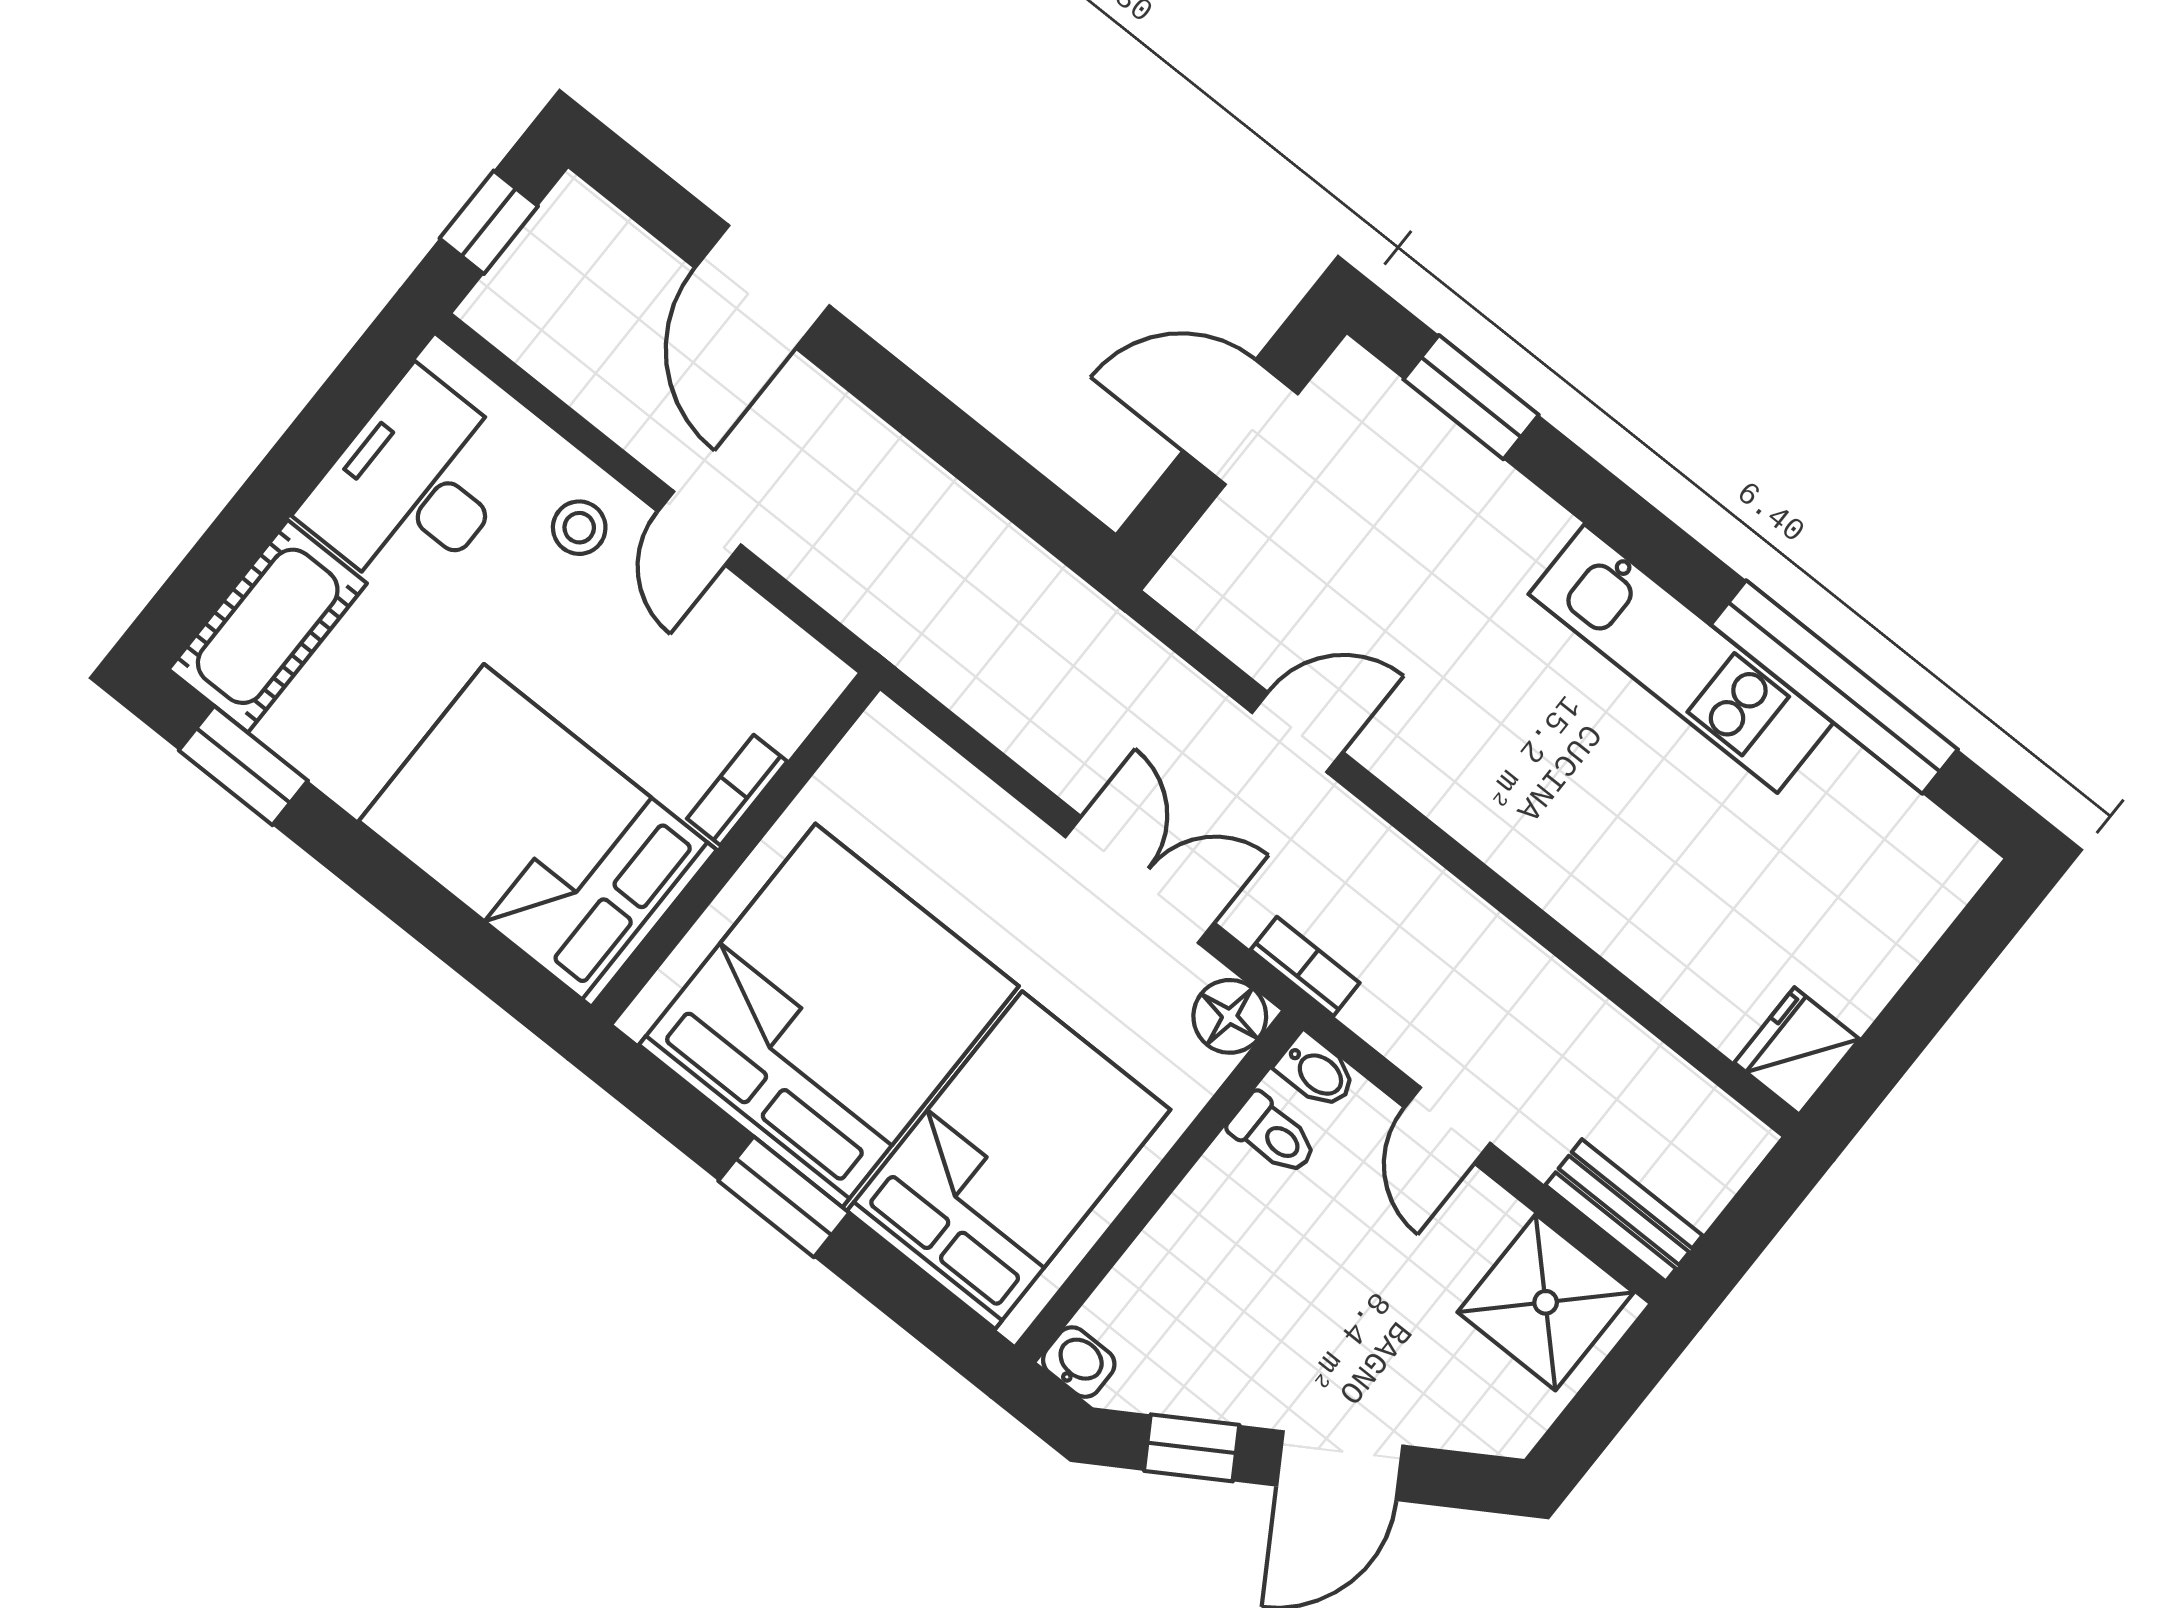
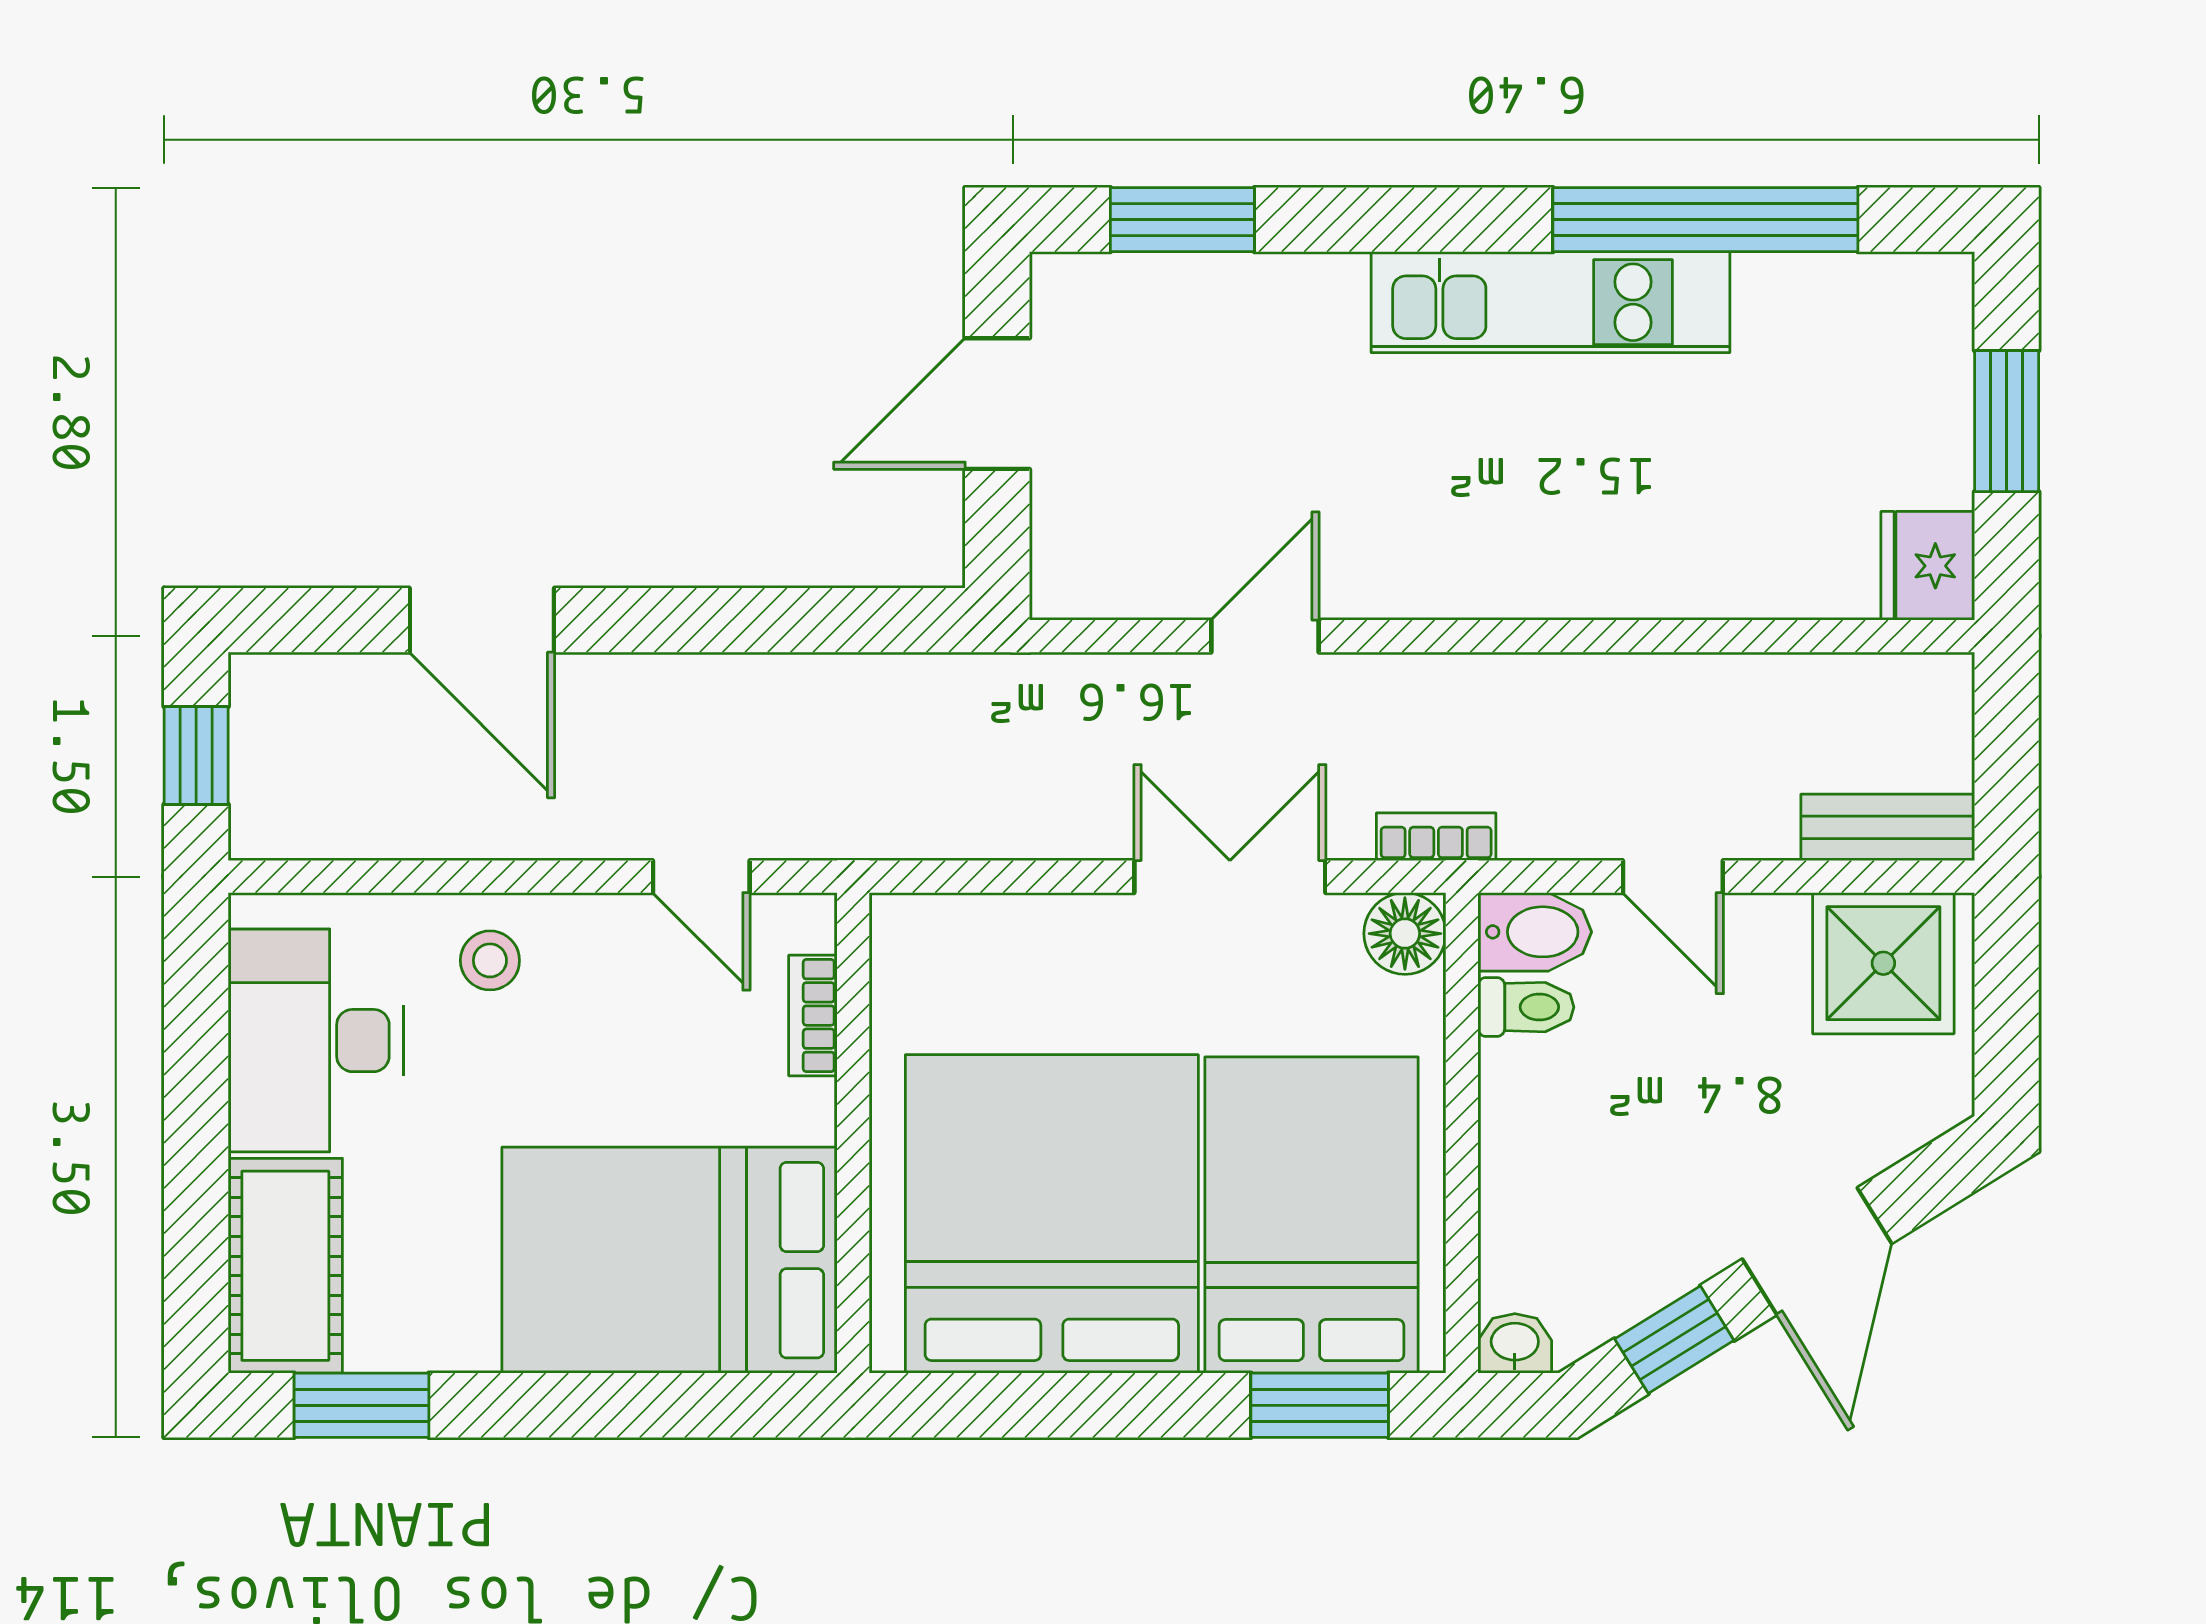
door: (699, 528) -> (701, 877), moved
bookcase: (737, 790) -> (813, 1016), moved
window: (1932, 994) -> (2007, 421), added
bidet: (1316, 1071) -> (1535, 932), width x1.38, depth x1.36
window: (784, 1197) -> (1320, 1405), moved

